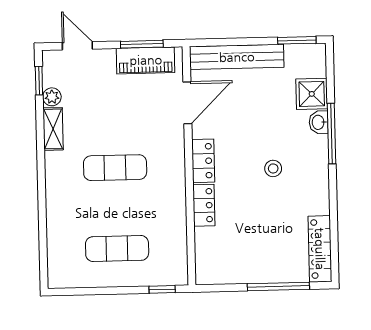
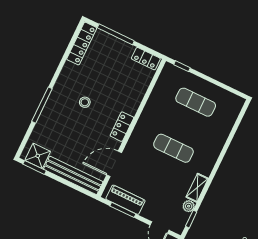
shower: (312, 94) -> (38, 156), moved
washbasin: (319, 122) -> (46, 115), removed
locker: (204, 205) -> (146, 59), moved, turned -90

